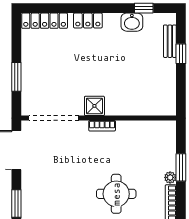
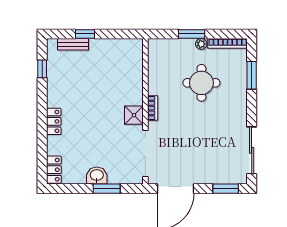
locker: (45, 21) -> (54, 170), width x0.66
washbasin: (132, 22) -> (97, 176), moved, turned -90
round table: (116, 194) -> (201, 83), moved

